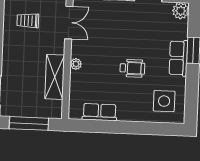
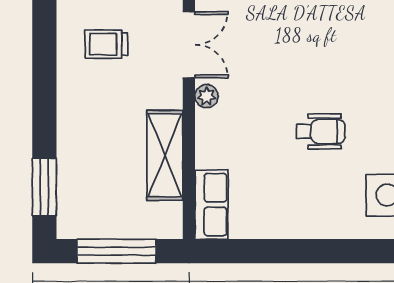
plant: (76, 64) -> (207, 96), moved
row of seats: (100, 112) -> (211, 205), moved, turned 90

